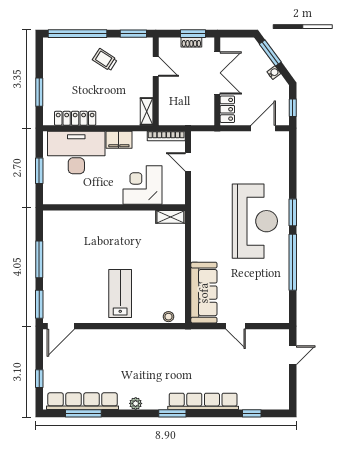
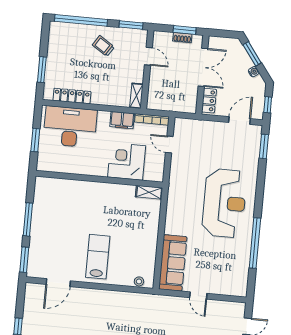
filing cabinet: (119, 140) -> (122, 120), moved
window: (293, 212) -> (264, 146), moved
door: (61, 326) -> (58, 283), moved

